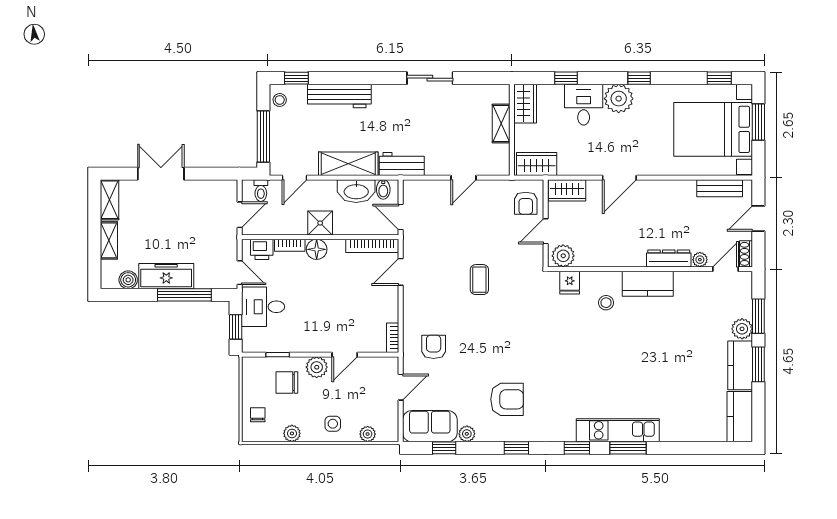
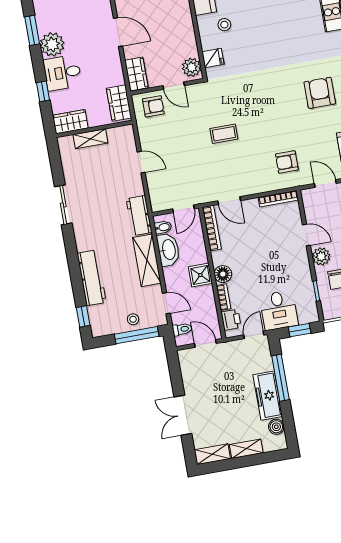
window: (639, 78) -> (32, 30), width x1.50
stool: (280, 100) -> (133, 319), moved
bookcase: (393, 338) -> (278, 199), width x1.56

